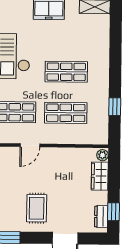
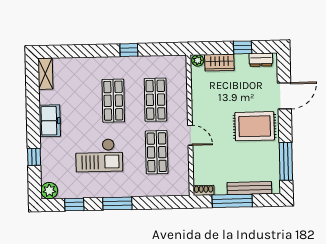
window: (115, 107) -> (129, 50), moved
rug: (37, 208) -> (255, 126), width x1.36, depth x1.43
window: (113, 212) -> (243, 47), moved

